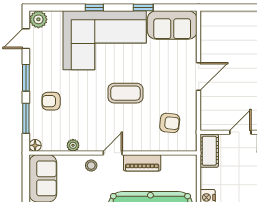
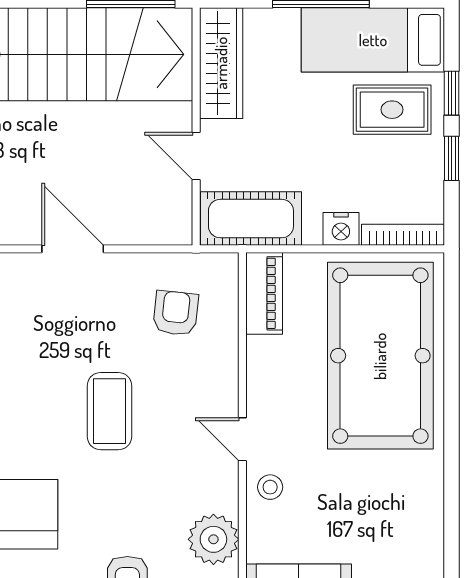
plant: (73, 145) -> (213, 539), width x1.87, depth x1.87
cot: (209, 151) -> (251, 219), width x1.37, depth x1.34
piano: (142, 163) -> (264, 293), moved

